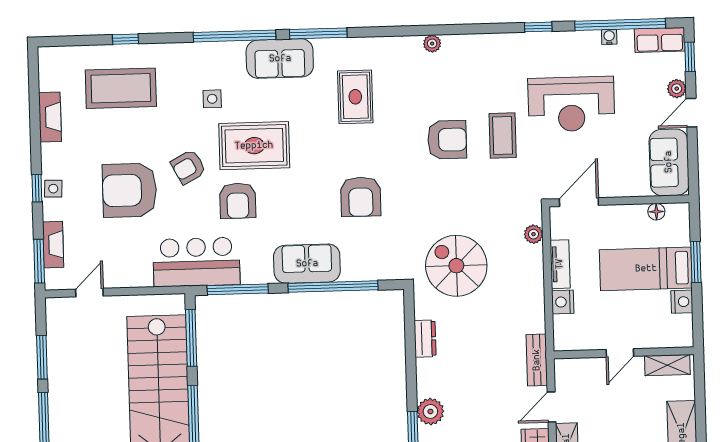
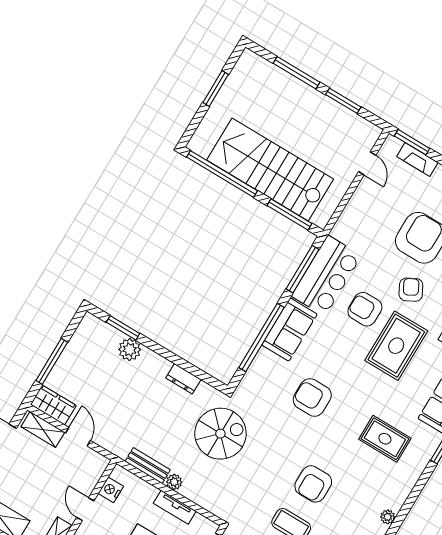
plant: (533, 234) -> (174, 482), moved
bar counter: (196, 262) -> (326, 276), moved
nightstand: (563, 302) -> (111, 490), moved, turned -90
bench: (537, 360) -> (148, 466), moved

